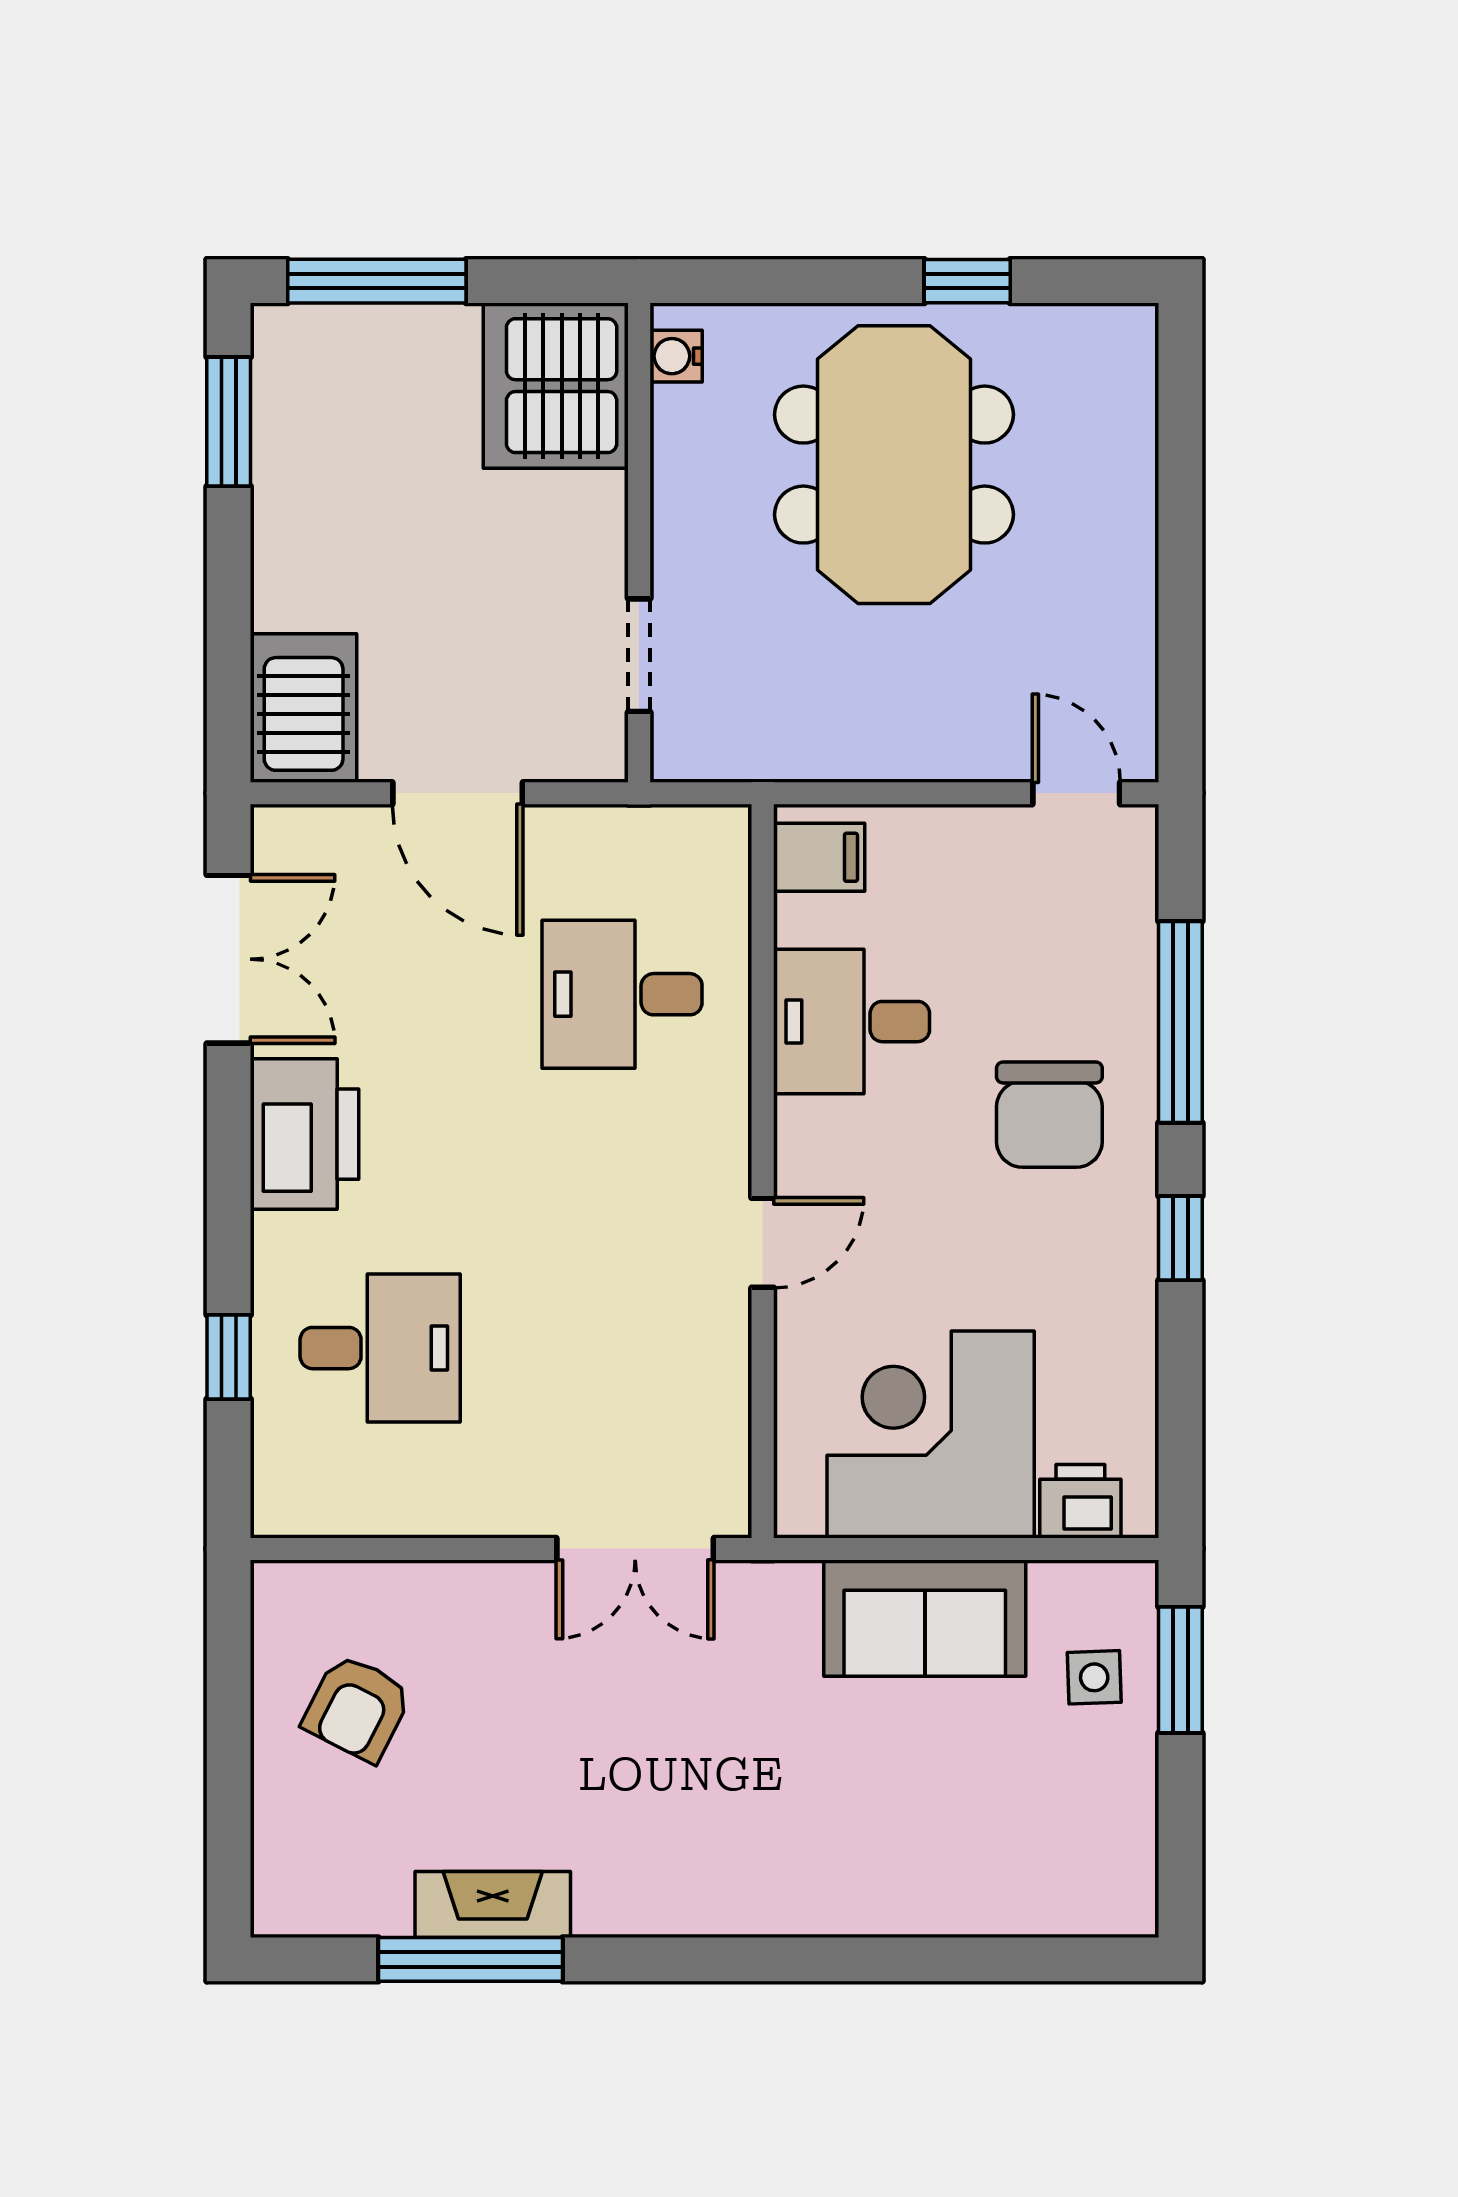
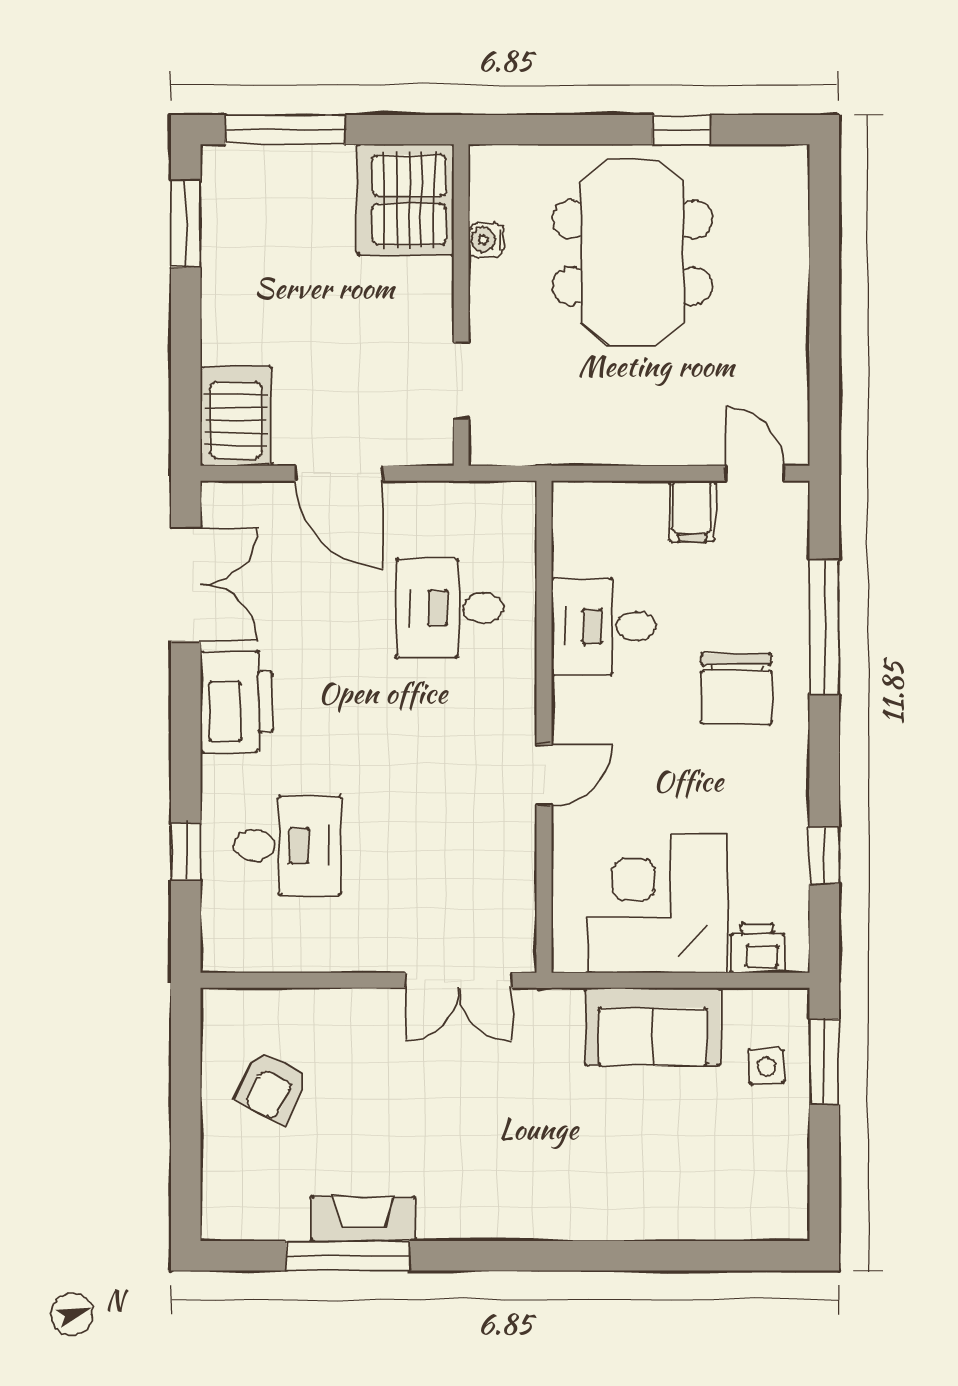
water cooler: (676, 356) -> (486, 240), moved
filing cabinet: (819, 857) -> (692, 511), moved, turned 90
window: (1180, 1238) -> (824, 856), moved

